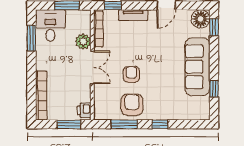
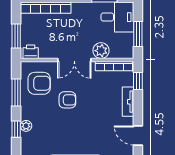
armchair: (132, 105) -> (39, 83), moved
plant: (157, 115) -> (26, 126), added

